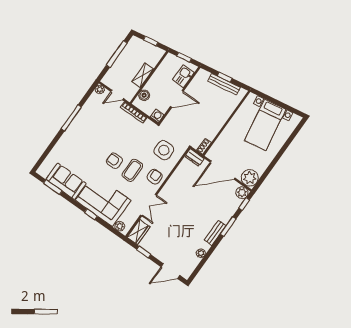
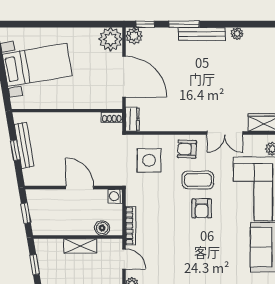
kitchen sink: (183, 76) -> (48, 199), removed
double door: (148, 205) -> (225, 133), swing flipped
bench: (215, 233) -> (202, 34), width x1.36

